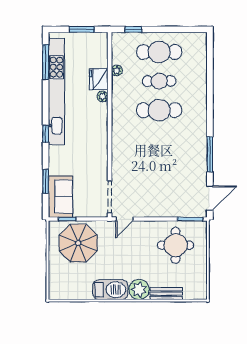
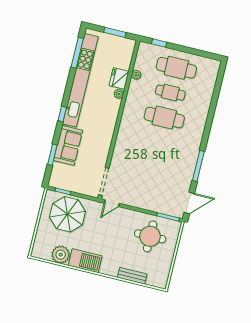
sofa: (60, 196) -> (68, 145), moved
plant: (139, 290) -> (61, 255), moved

